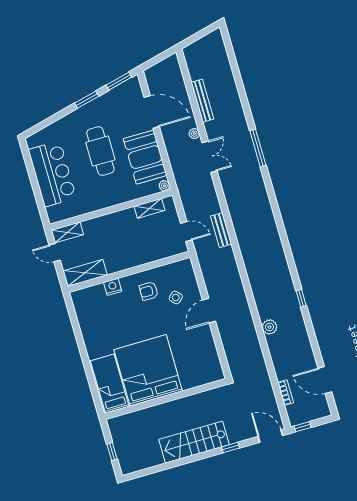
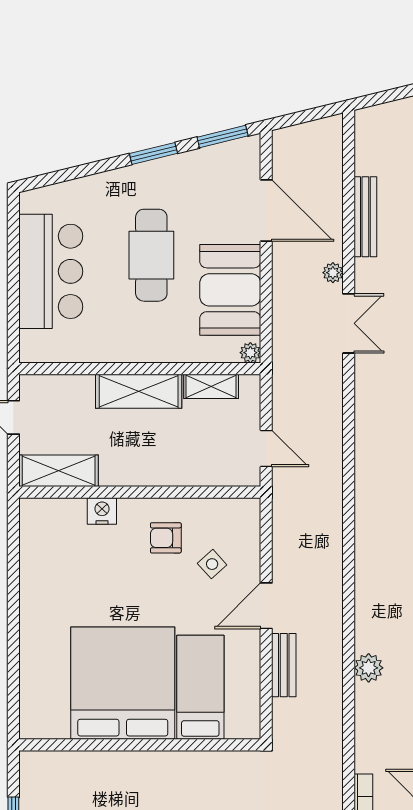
bench: (221, 230) -> (284, 665), moved
shelving: (67, 232) -> (139, 391), moved, width x1.50, depth x1.33
bed: (110, 384) -> (200, 687), moved

